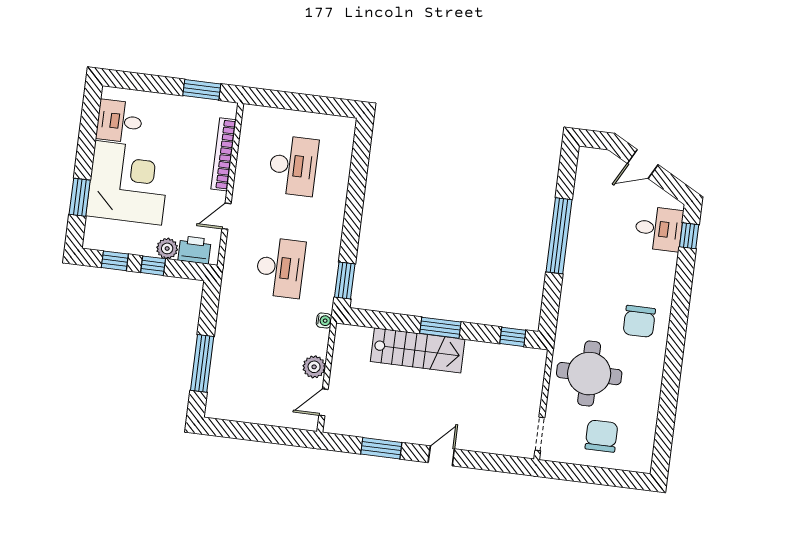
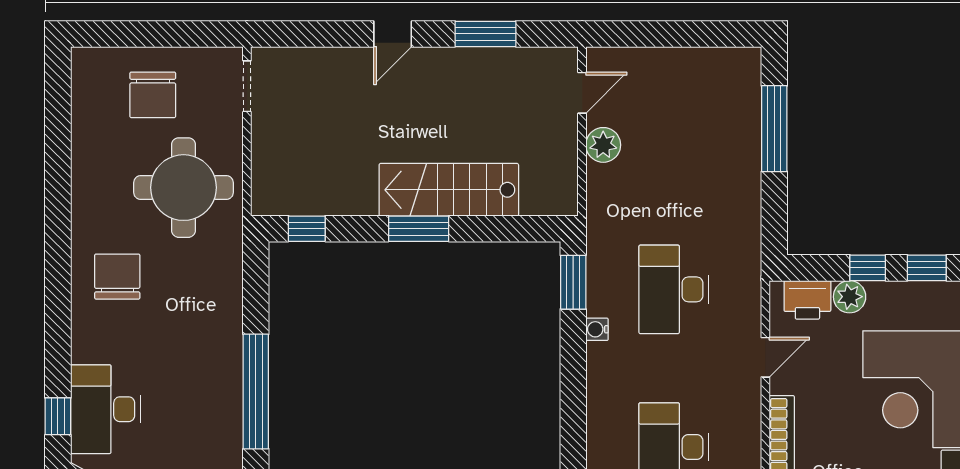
desk: (659, 229) -> (105, 409), width x1.37
water cooler: (324, 321) -> (597, 329), moved

